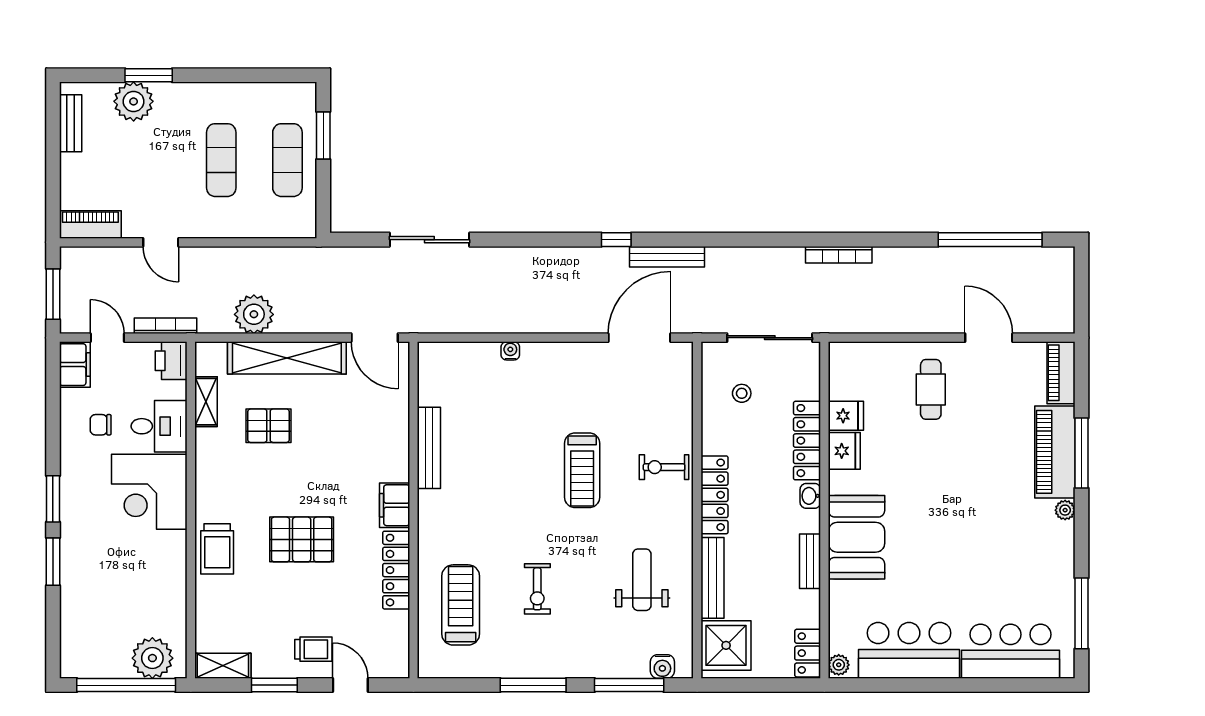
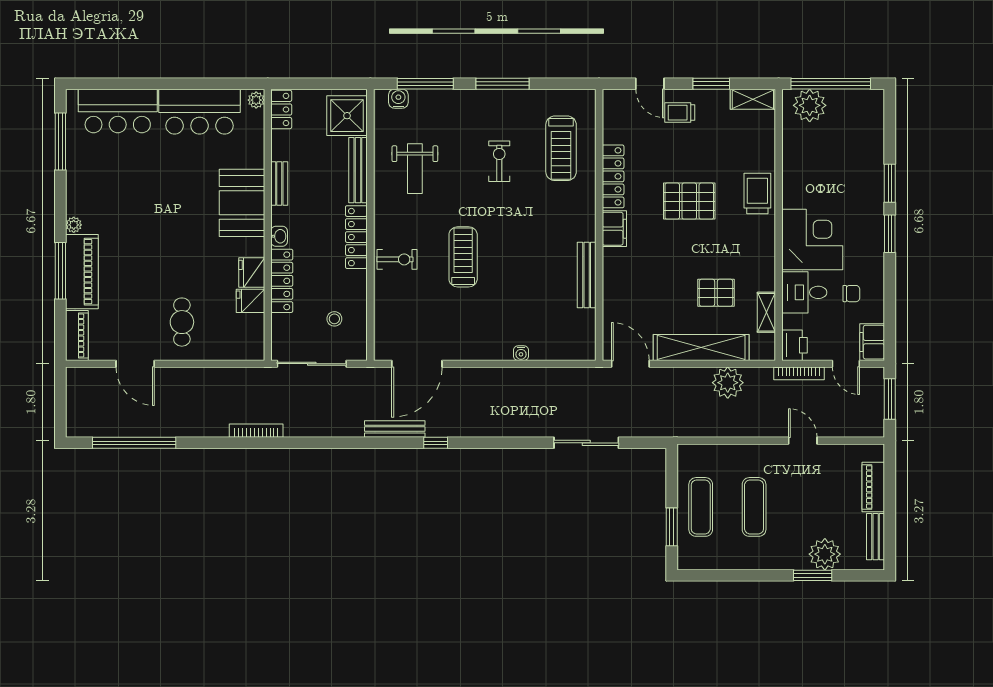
piano: (90, 225) -> (873, 487), moved, turned 90

